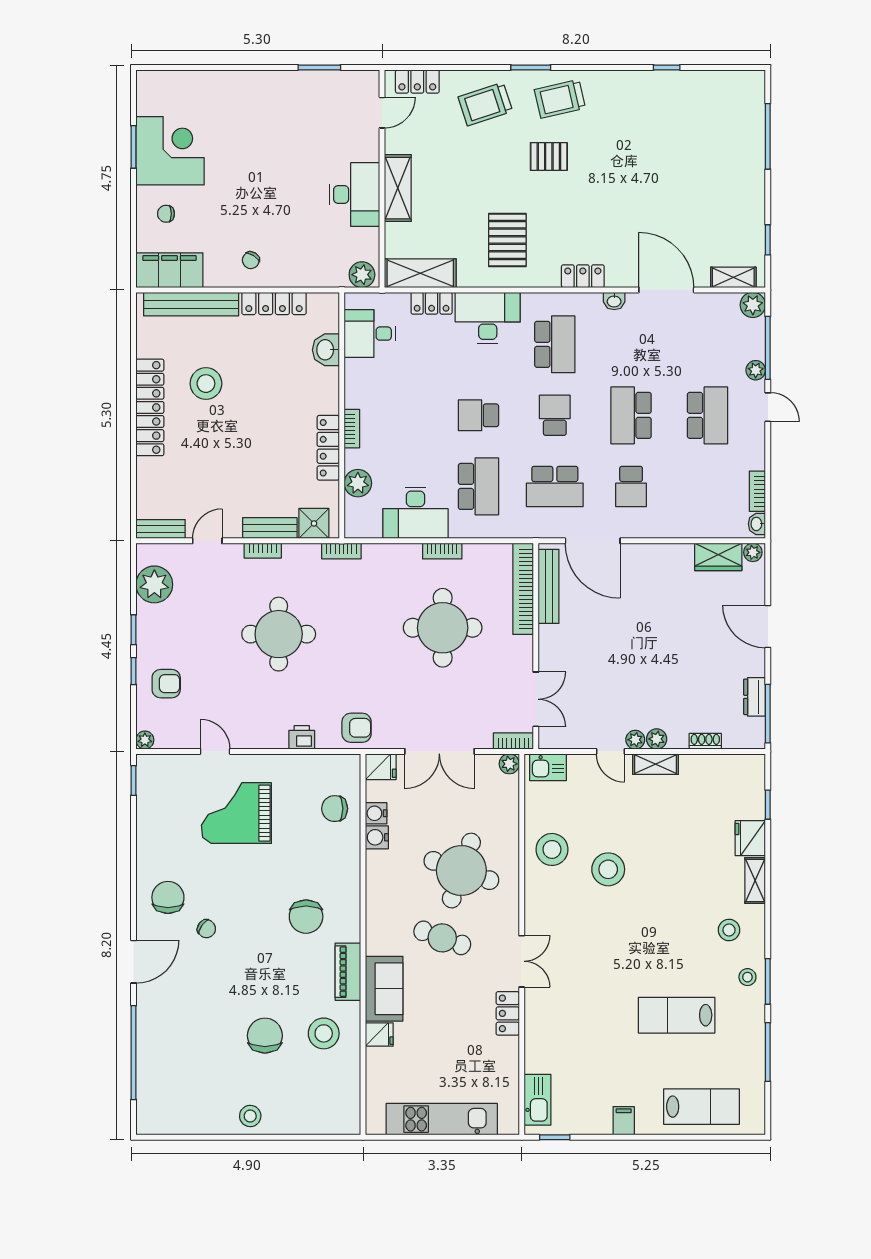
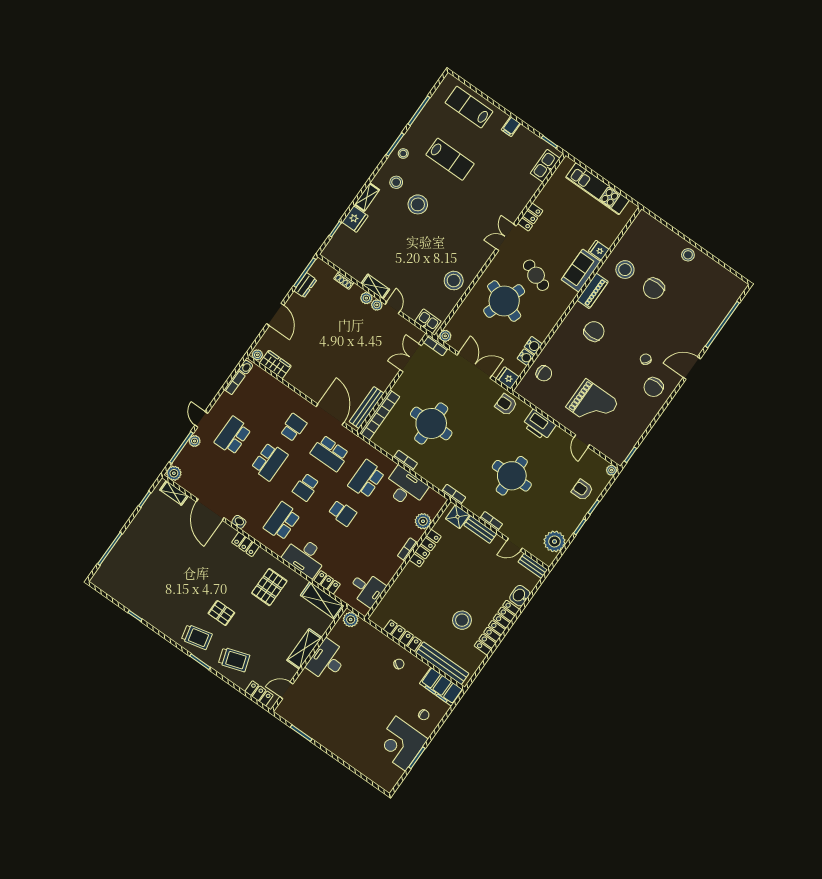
washbasin: (326, 350) -> (520, 596), moved, turned 180
school desk: (555, 486) -> (330, 453), turned 180
printer: (302, 737) -> (539, 425), width x1.87, depth x1.48
stool: (608, 869) -> (418, 204), moved

